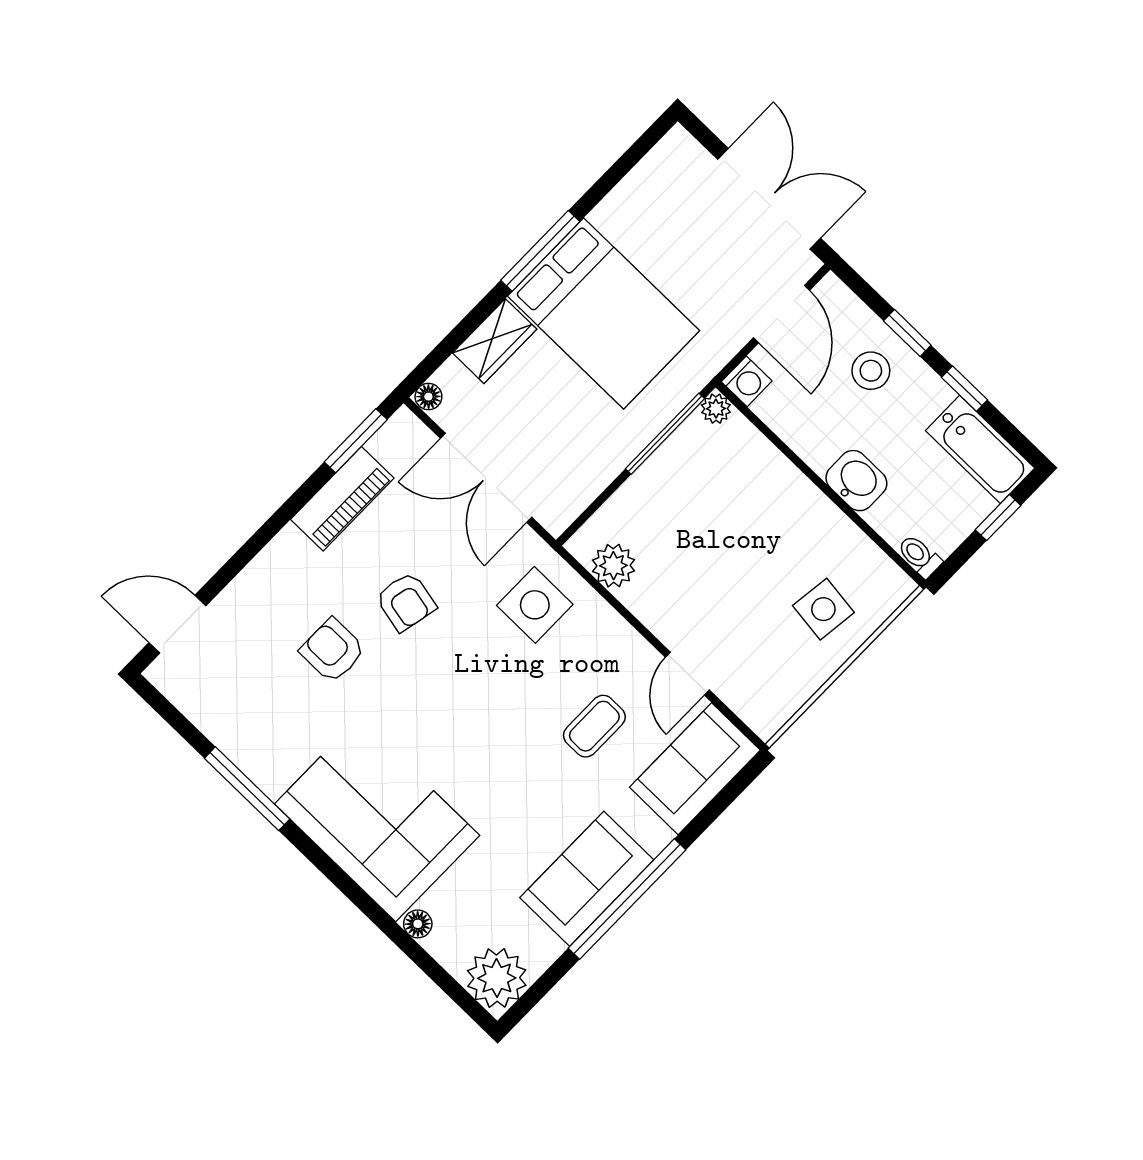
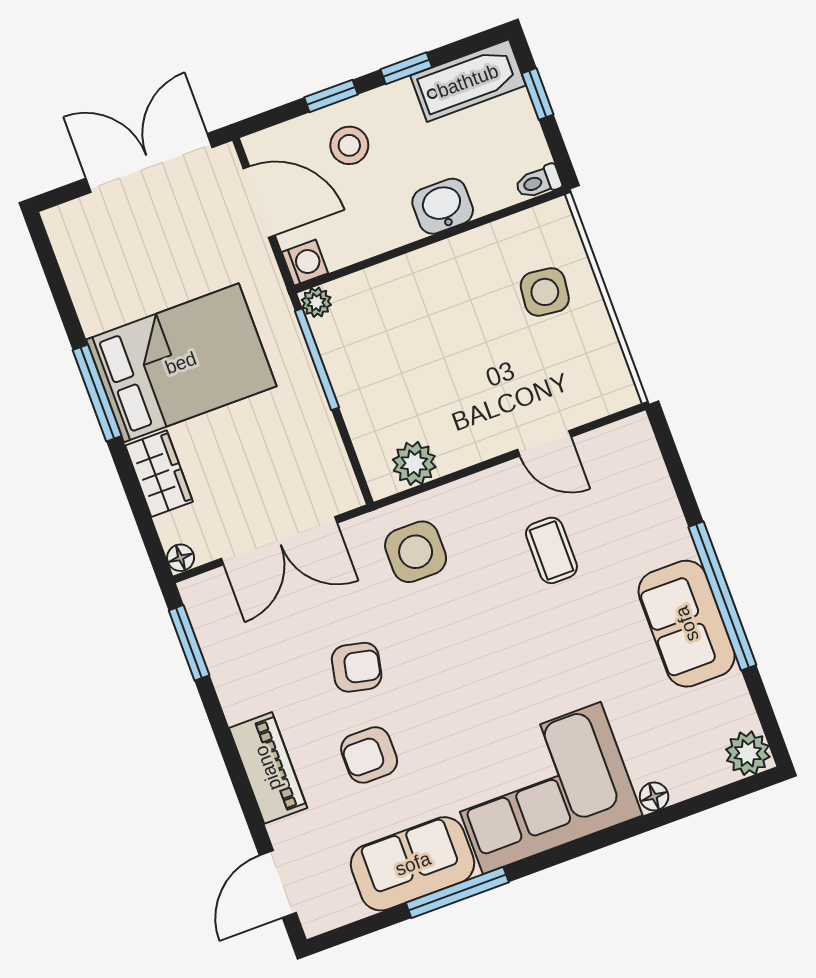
piano: (342, 499) -> (268, 768), moved
sofa: (695, 769) -> (413, 864), moved, turned 90
plant: (497, 978) -> (748, 753), width x0.73, depth x0.73

